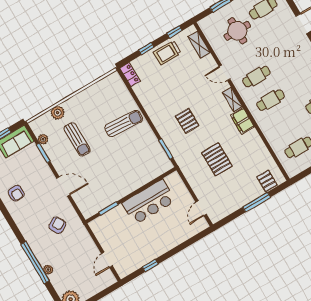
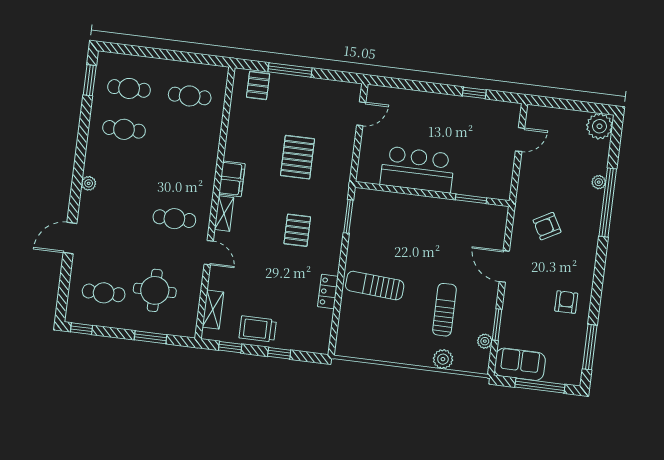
trolley: (167, 53) -> (258, 329), turned 180
locker: (130, 75) -> (328, 291), moved
cafe table: (271, 100) -> (179, 178), removed

